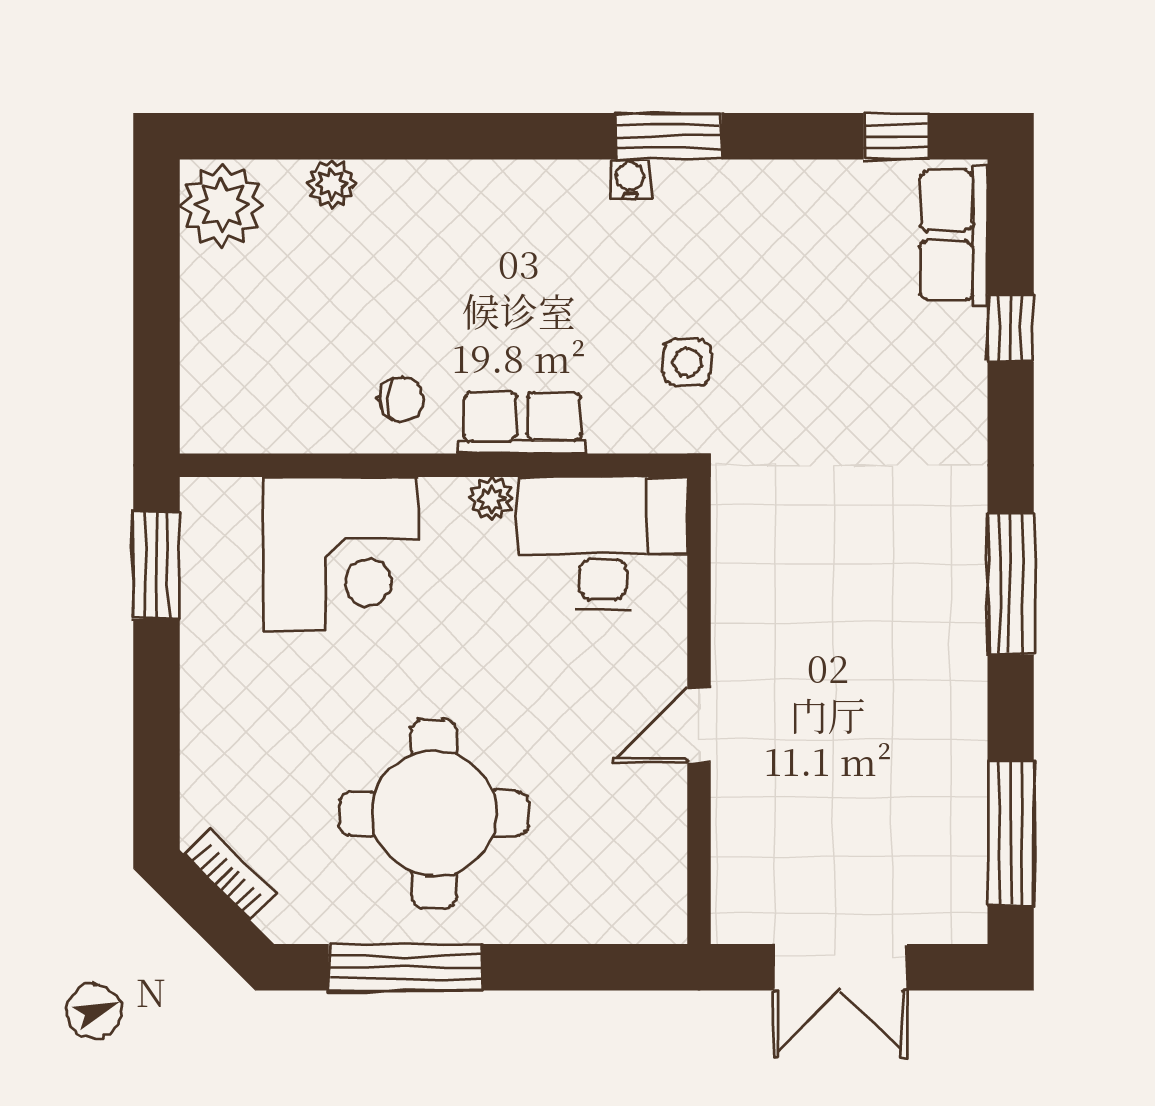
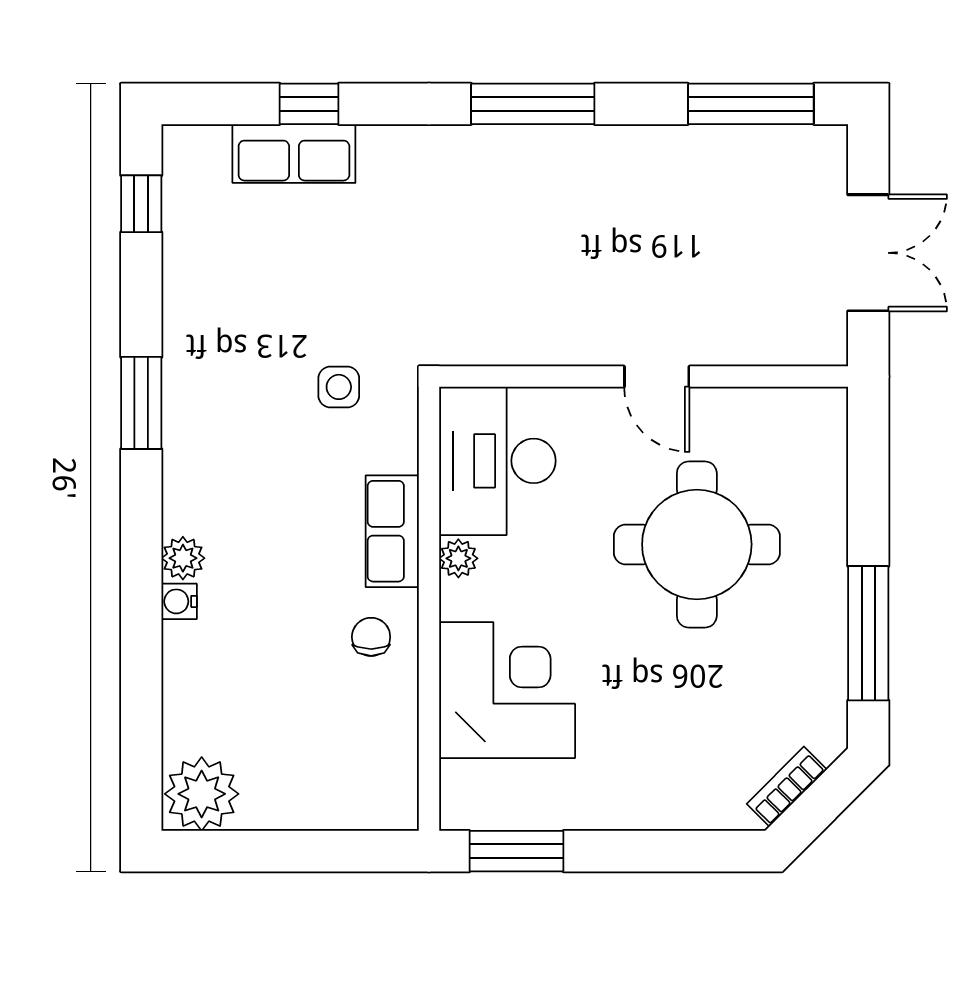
water cooler: (630, 180) -> (179, 601), moved
plant: (332, 184) -> (183, 558), moved
row of seats: (954, 235) -> (294, 154), moved
round table: (434, 814) -> (697, 544), moved

